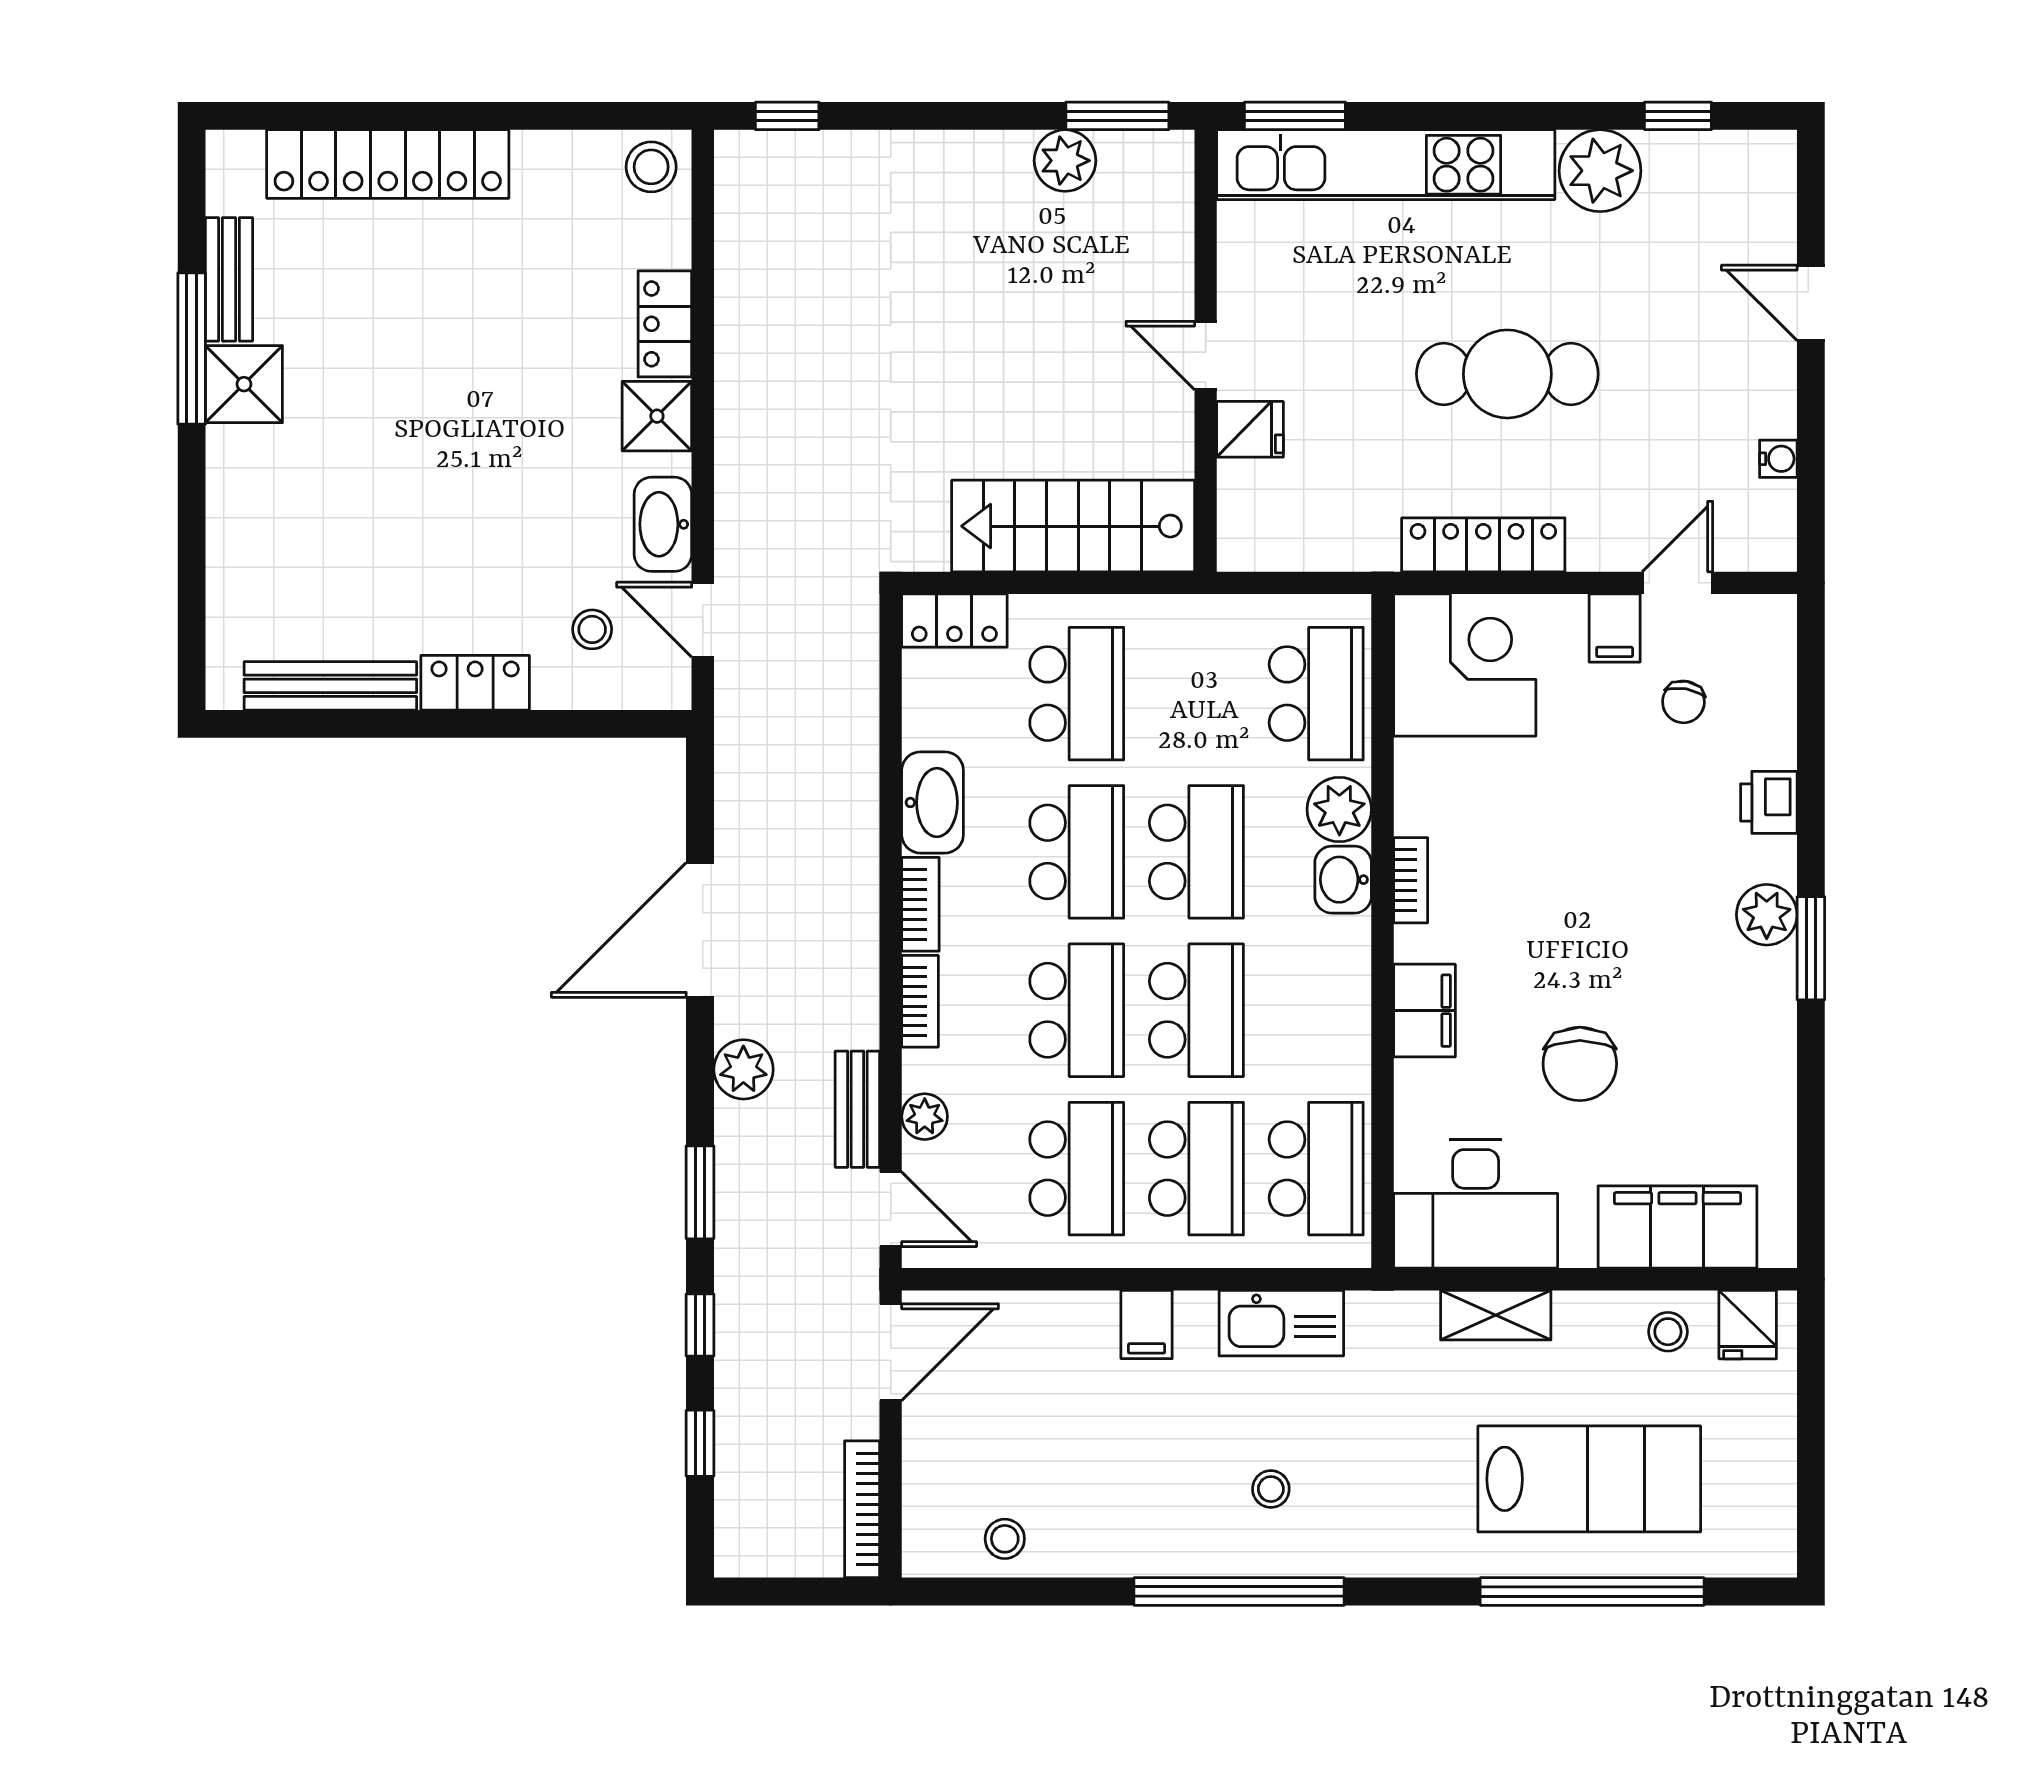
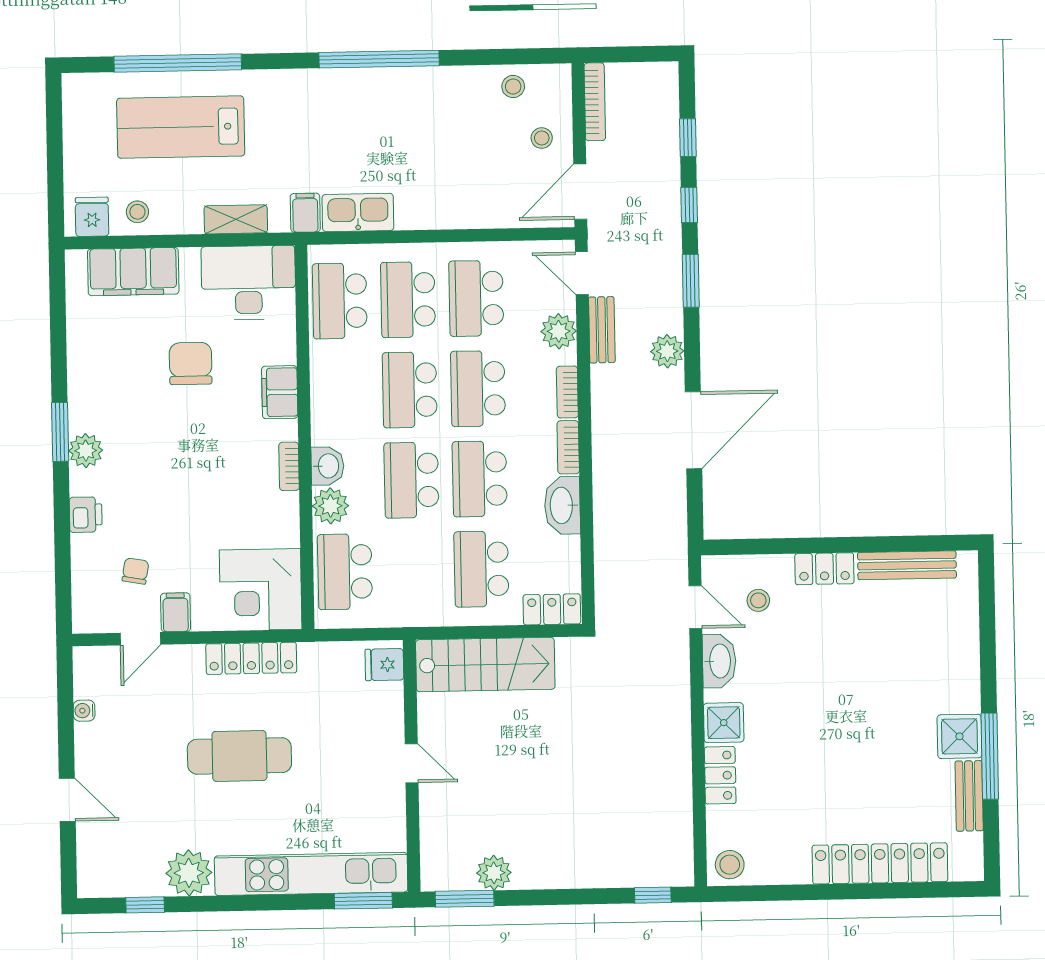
fridge: (1250, 429) -> (384, 665), moved
plant: (925, 1117) -> (559, 331), width x1.38, depth x1.38
filing cabinet: (1147, 1325) -> (305, 213), moved
stool: (1271, 1489) -> (542, 138), moved

